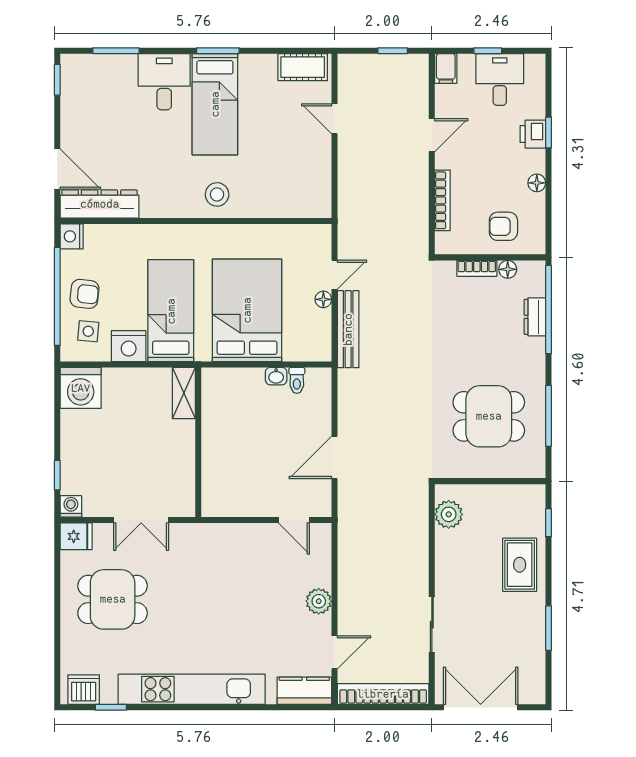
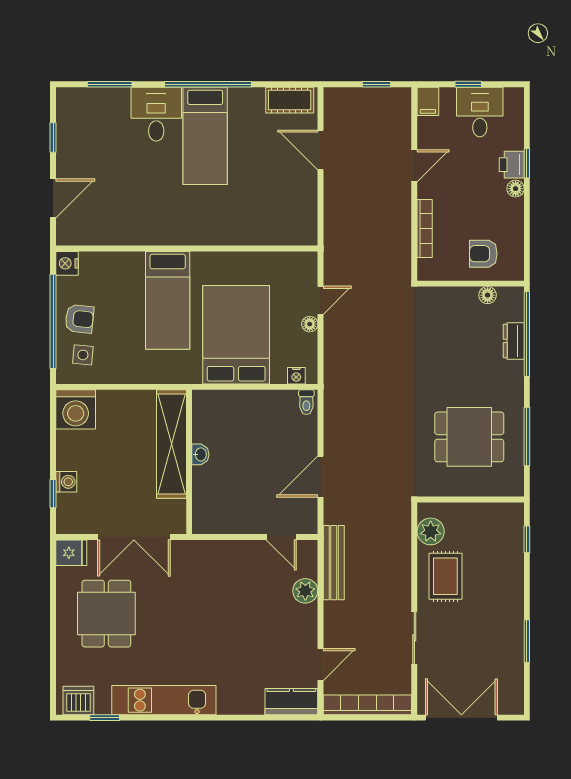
window: (218, 51) -> (208, 84), width x2.11
window: (57, 80) -> (53, 137), moved
door: (335, 119) -> (320, 150), width x1.38
door: (57, 169) -> (53, 198), hinge flipped
floor lamp: (537, 183) -> (516, 189), moved
stool: (217, 194) -> (207, 223), removed
dresser: (100, 204) -> (94, 232), removed
bookcase: (477, 268) -> (458, 294), removed
bed: (171, 311) -> (168, 300), moved, turned 180
bench: (348, 329) -> (334, 563), moved
nightstand: (129, 346) -> (296, 376), moved, width x0.53, depth x0.56
washbasin: (276, 376) -> (200, 454), moved, turned -90
toilet: (297, 380) -> (306, 402), moved
shelving: (184, 393) -> (171, 444), width x2.20, depth x1.33
washing machine: (71, 506) -> (66, 482), moved, turned 90
double door: (141, 520) -> (134, 537), width x1.37
rug: (520, 565) -> (445, 576), moved
dining table: (113, 599) -> (106, 614), turned 90
plant: (319, 601) -> (305, 591), moved
kitchen unit: (192, 689) -> (164, 700), width x0.73

